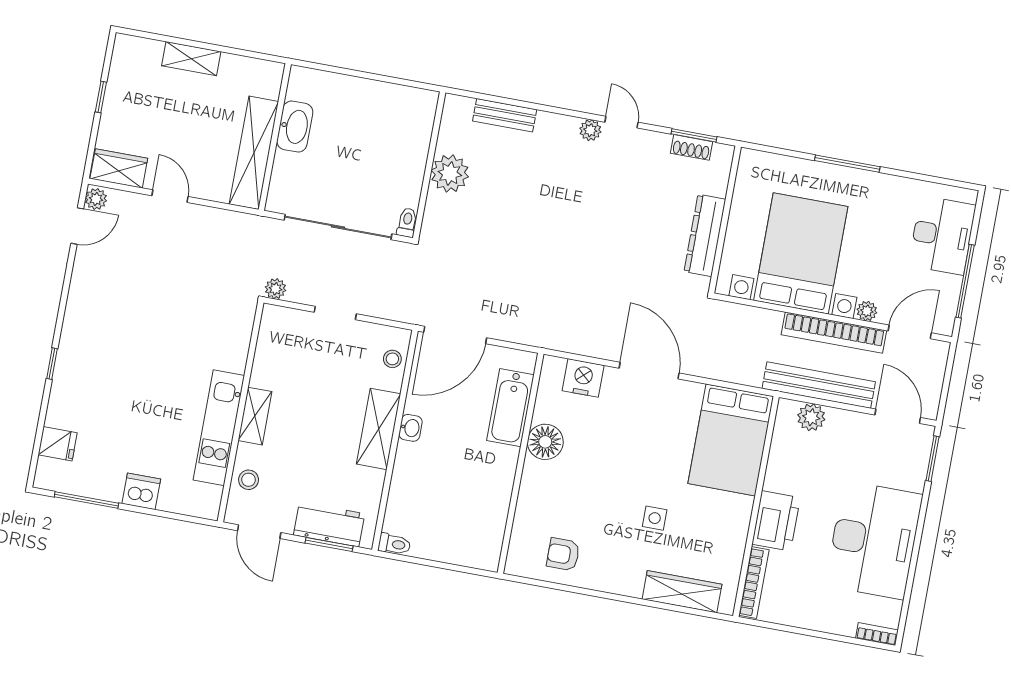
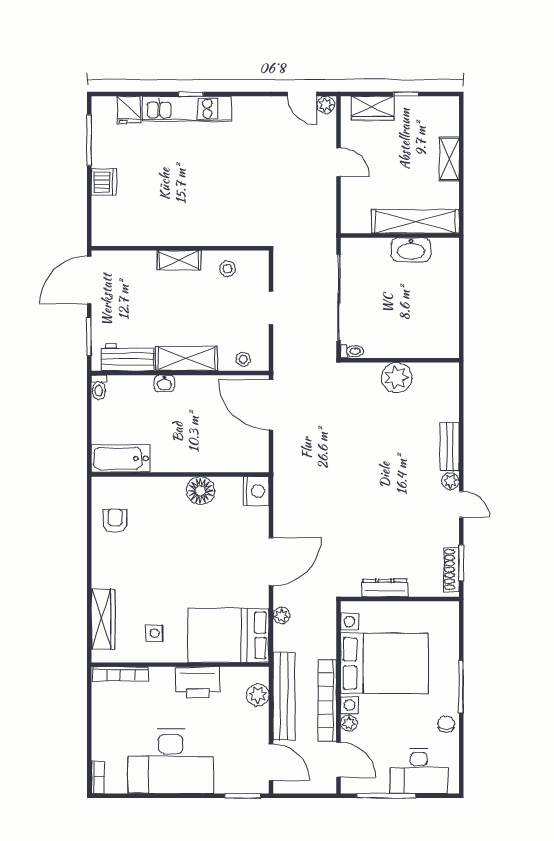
bench: (505, 115) -> (450, 447), moved
door: (621, 122) -> (461, 504), hinge flipped
shoe rack: (691, 147) -> (451, 569), width x1.43
shelving: (254, 153) -> (415, 222), moved
wardrobe: (119, 168) -> (373, 108), moved, turned 90
chair: (890, 191) -> (446, 724), added
door: (170, 196) -> (339, 162), hinge flipped
dresser: (705, 235) -> (385, 588), width x0.73, depth x0.80
plant: (275, 289) -> (281, 616), moved
nightstand: (583, 378) -> (256, 491), moved
bathtub: (510, 408) -> (121, 459), moved
door: (898, 416) -> (271, 762), hinge flipped
kitchen unit: (219, 428) -> (187, 109), moved, turned 180
washbasin: (410, 428) -> (164, 383), moved
stool: (249, 480) -> (228, 269), moved
side table: (655, 518) -> (154, 633), moved
printer: (776, 521) -> (198, 682), moved
workbench: (329, 524) -> (128, 357), moved, turned -90
door: (259, 532) -> (89, 280), width x1.36

